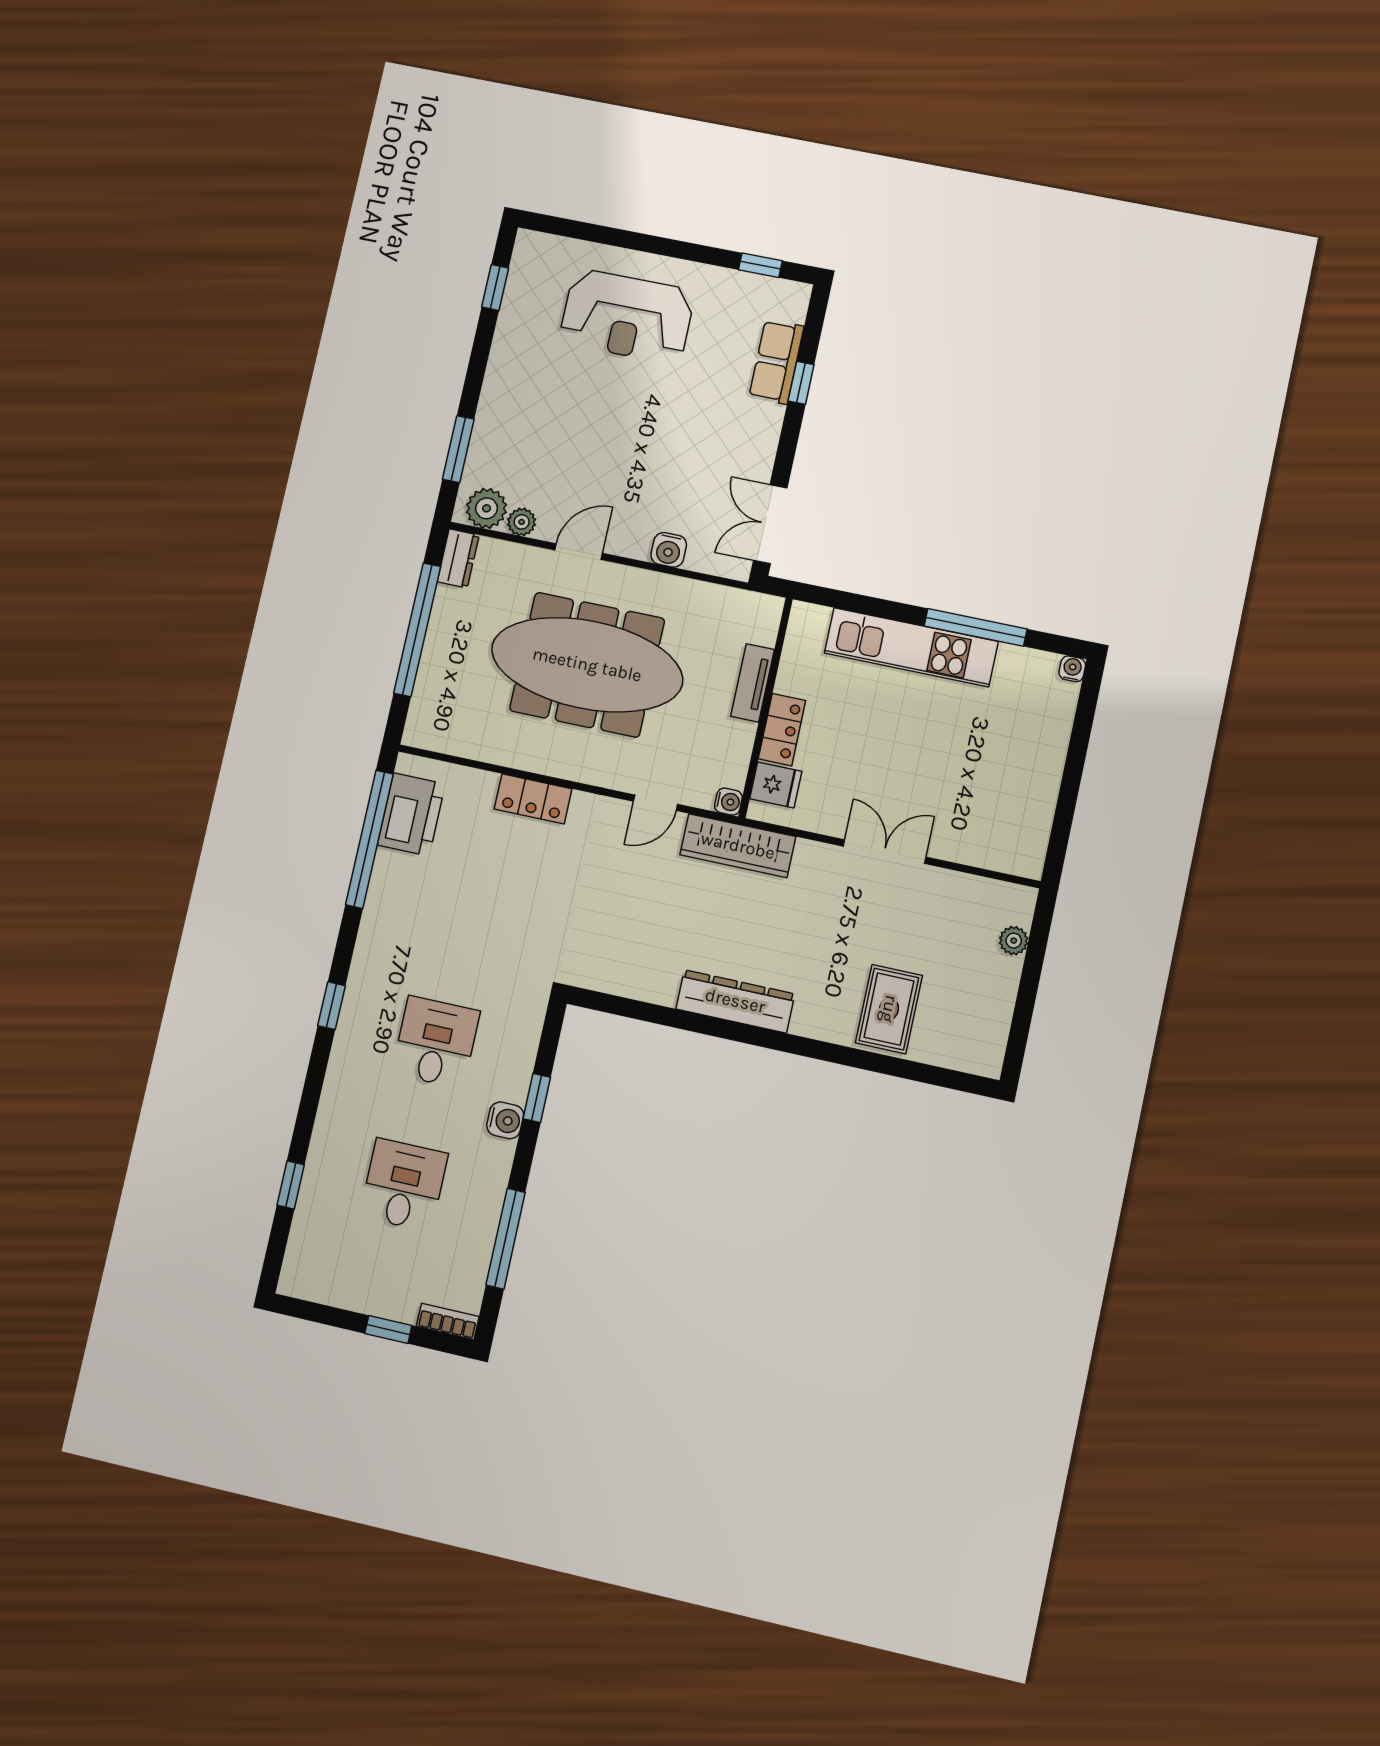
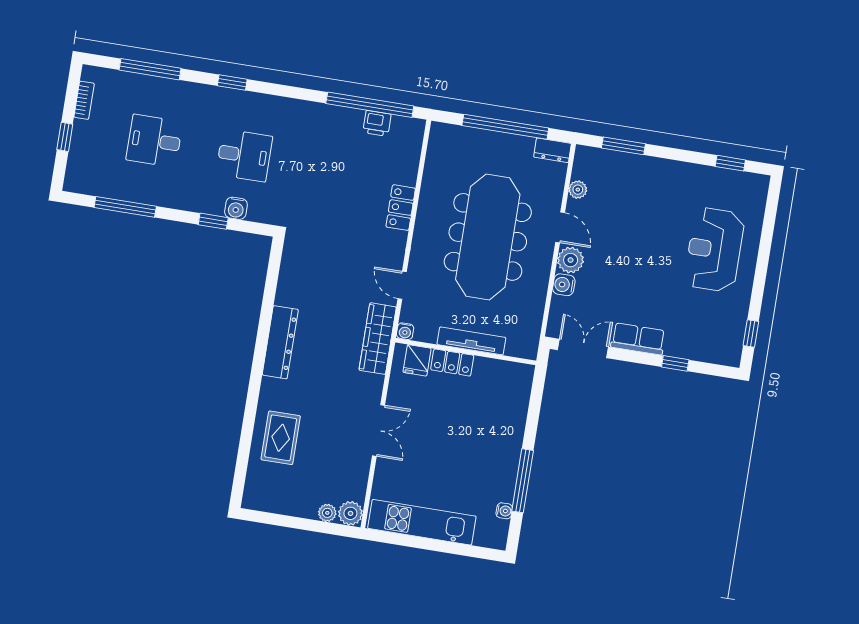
row of seats: (776, 362) -> (638, 339), moved
plant: (486, 508) -> (571, 260), moved
kitchen unit: (911, 647) -> (422, 522), moved, turned 90
water cooler: (1072, 669) -> (504, 511), moved
tv unit: (753, 683) -> (471, 341), width x1.41
printer: (411, 814) -> (377, 123), width x0.53, depth x0.68
plant: (1016, 903) -> (350, 513), added
window: (331, 1006) -> (232, 83), moved
rug: (889, 1009) -> (281, 438), turned 90
water cooler: (505, 1120) -> (236, 208), moved
window: (291, 1185) -> (150, 69), width x2.17
desk: (404, 1185) -> (154, 141), turned 180
bookcase: (448, 1321) -> (84, 100), moved

